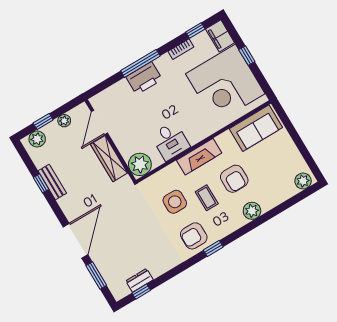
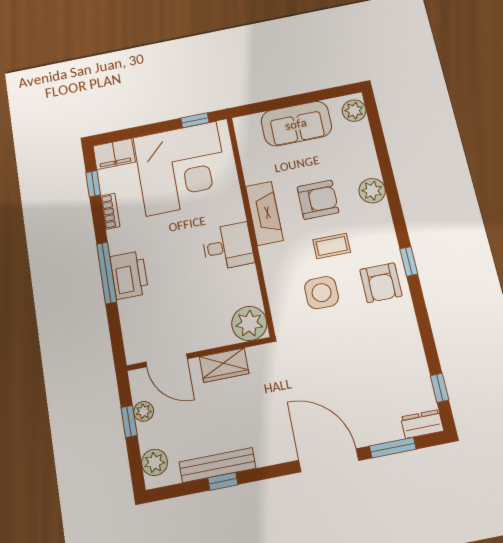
window: (247, 56) -> (195, 120), moved
window: (43, 122) -> (129, 421), moved
sofa: (256, 128) -> (296, 124), moved, turned 90
desk: (170, 141) -> (228, 246), moved
fireplace: (199, 157) -> (264, 213), moved
wardrobe: (109, 159) -> (224, 365), width x0.67
bench: (52, 182) -> (217, 465), width x1.36
dresser: (139, 280) -> (422, 424), moved, turned 90

